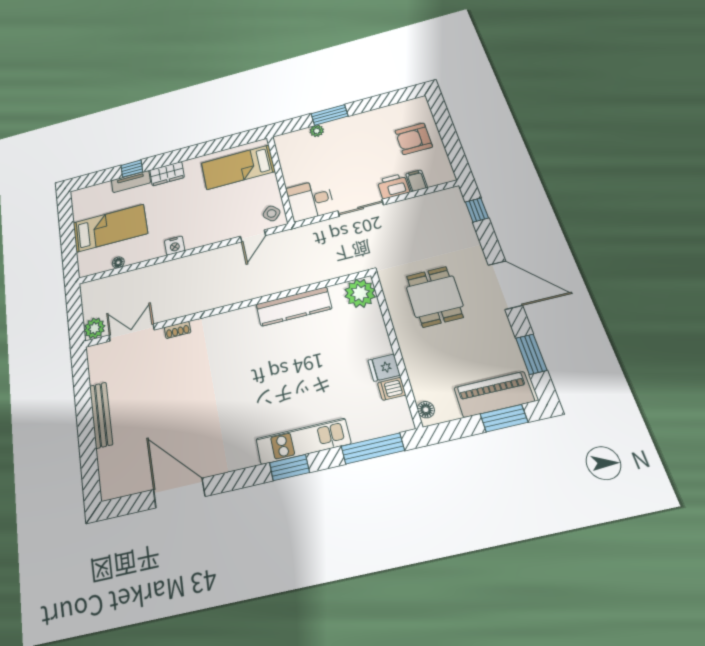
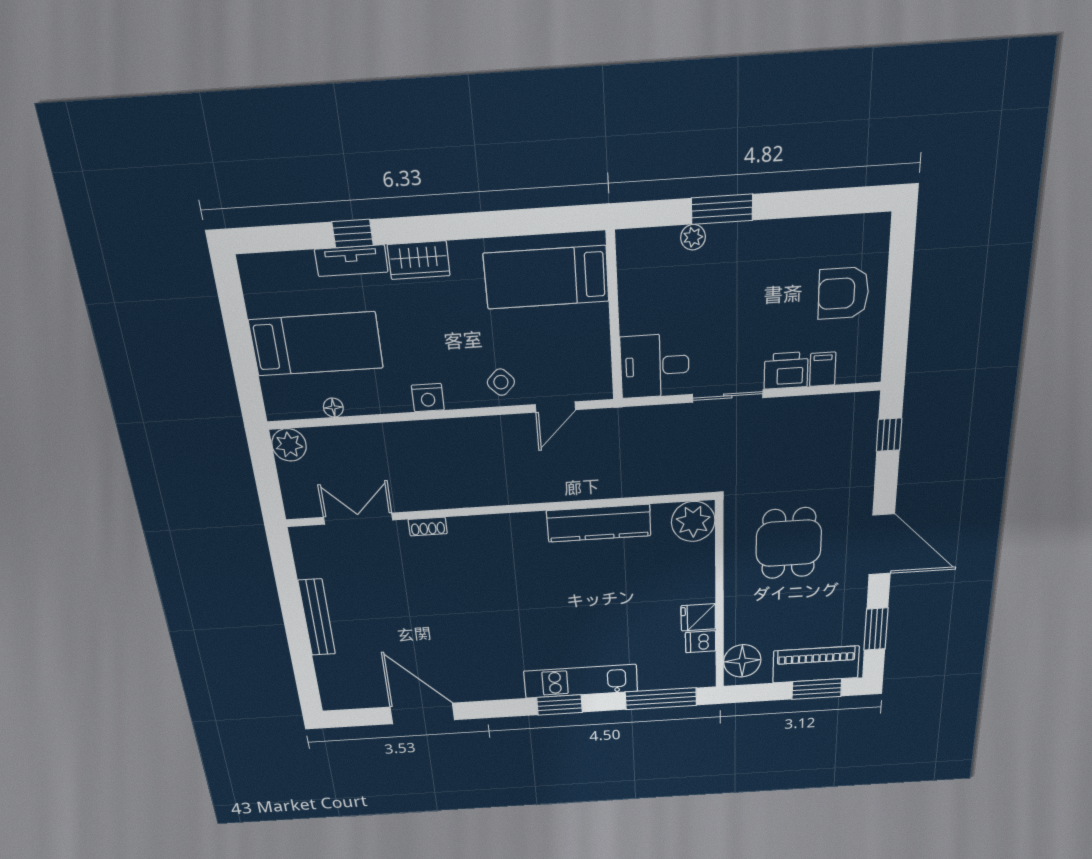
side table: (272, 213) -> (501, 382), moved
plant: (94, 328) -> (289, 445), moved
floor lamp: (426, 410) -> (742, 661), width x1.89, depth x1.89

